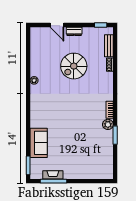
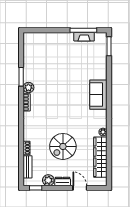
plant: (88, 33) -> (48, 180), added
wardrobe: (37, 56) -> (100, 157), added
spiral stairs: (74, 66) -> (63, 146), turned 180
sofa: (39, 143) -> (98, 95), moved

